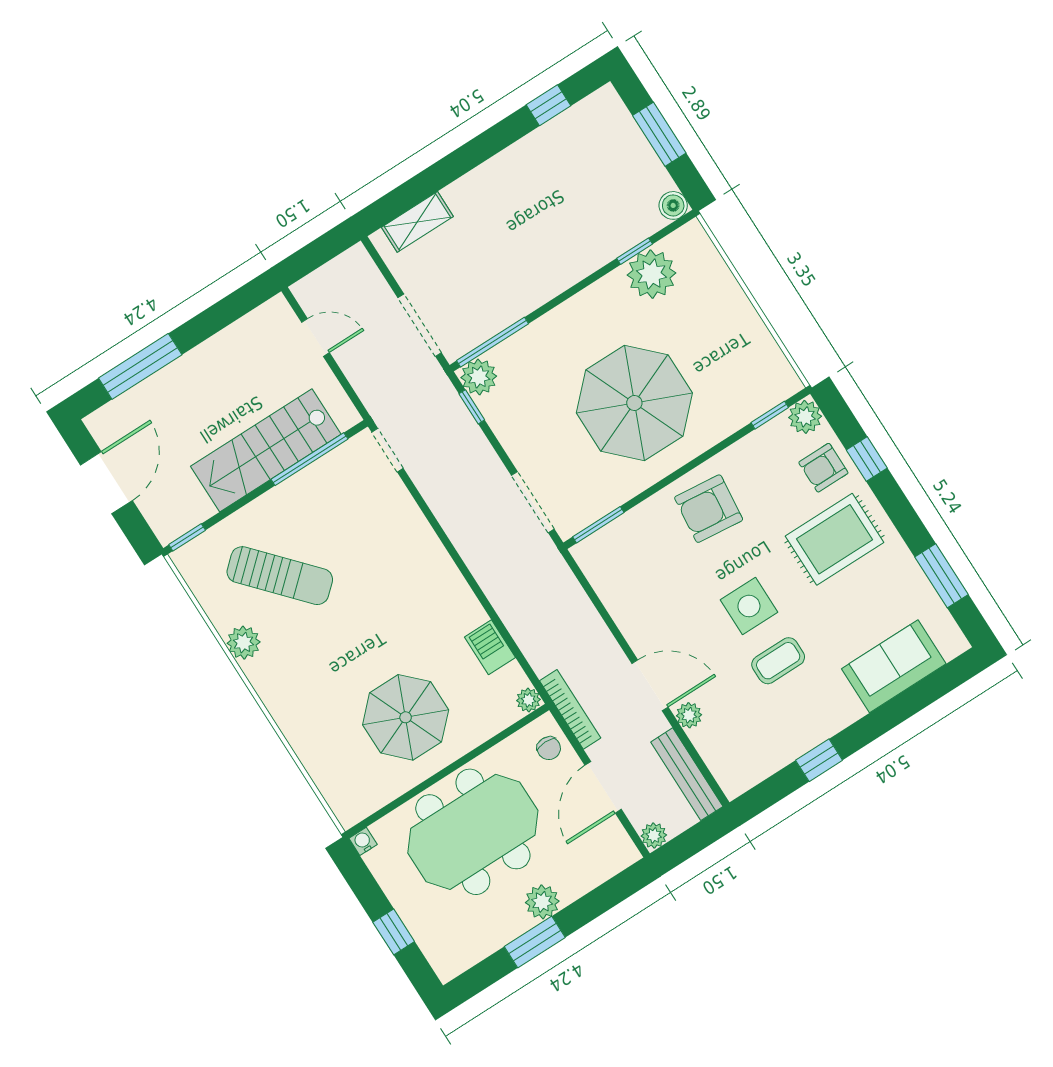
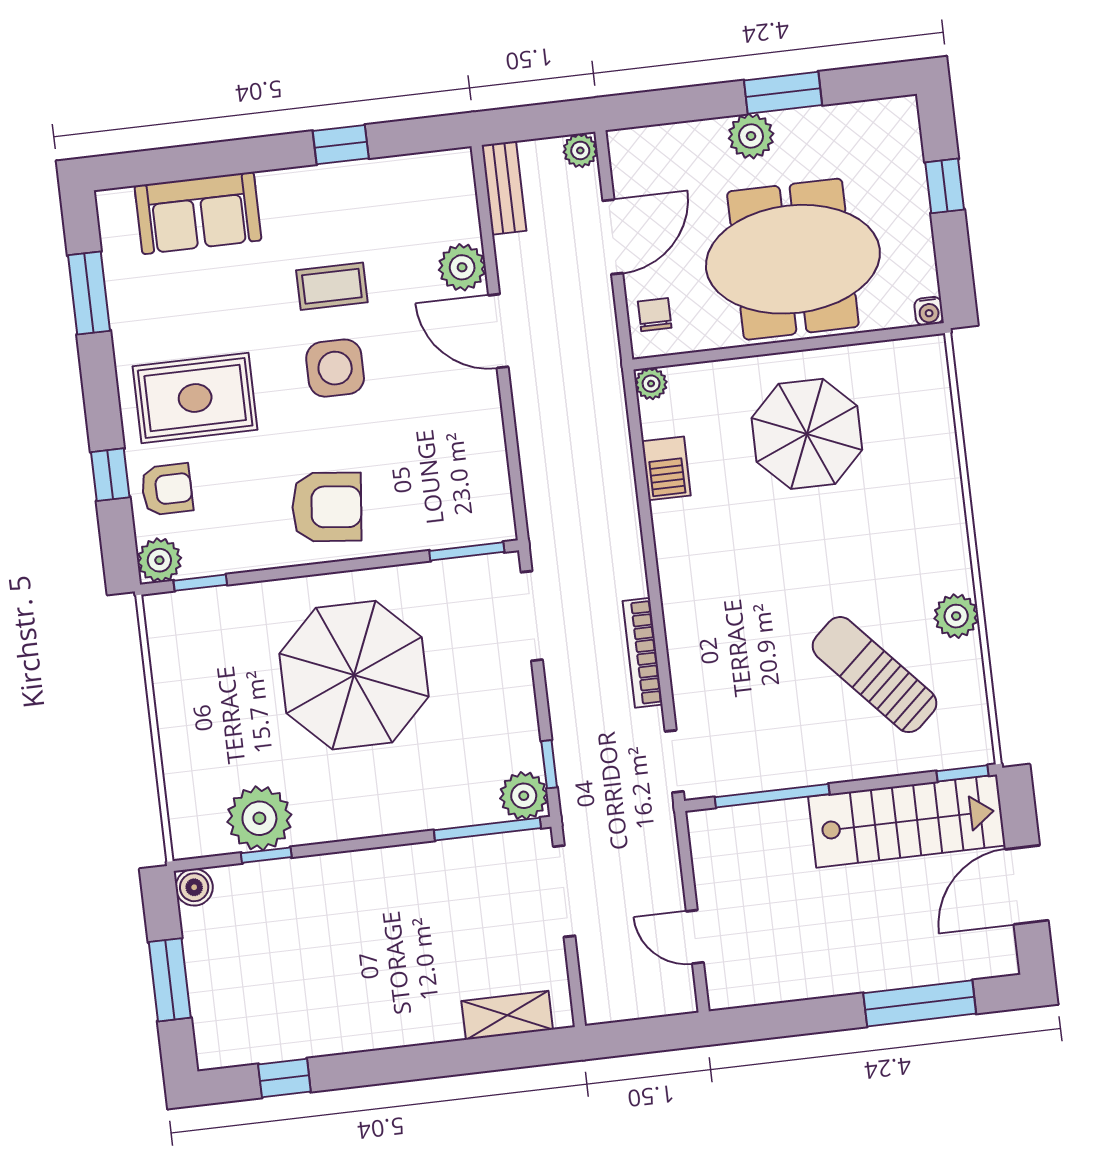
stairs: (266, 450) -> (907, 821), moved
bookcase: (570, 709) -> (643, 653), moved
plant: (689, 715) -> (462, 267), width x1.38, depth x1.38
bench: (687, 774) -> (504, 188), width x0.73

